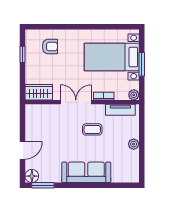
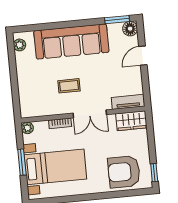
armchair: (50, 47) -> (124, 172), width x1.88, depth x1.88
window: (22, 54) -> (154, 173), moved
tv unit: (120, 110) -> (128, 102), moved
plant: (134, 144) -> (20, 45), moved
sofa: (86, 172) -> (71, 41), width x1.36, depth x1.27

